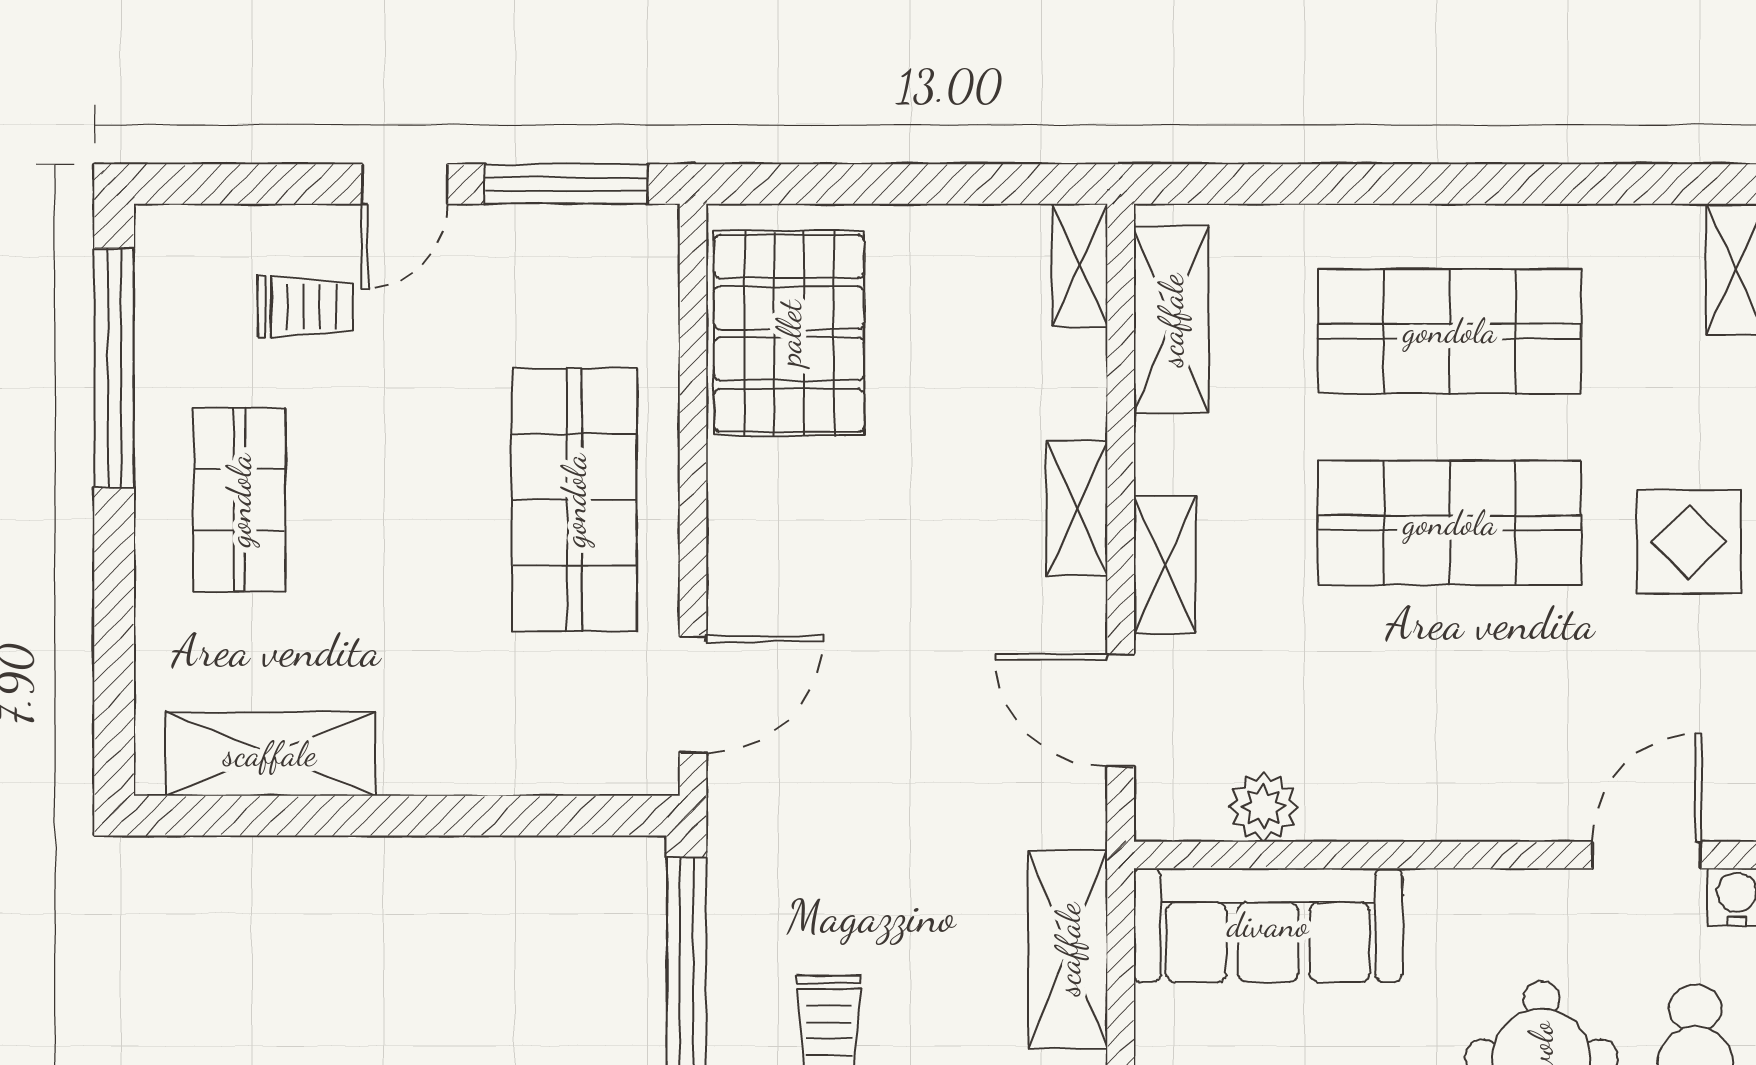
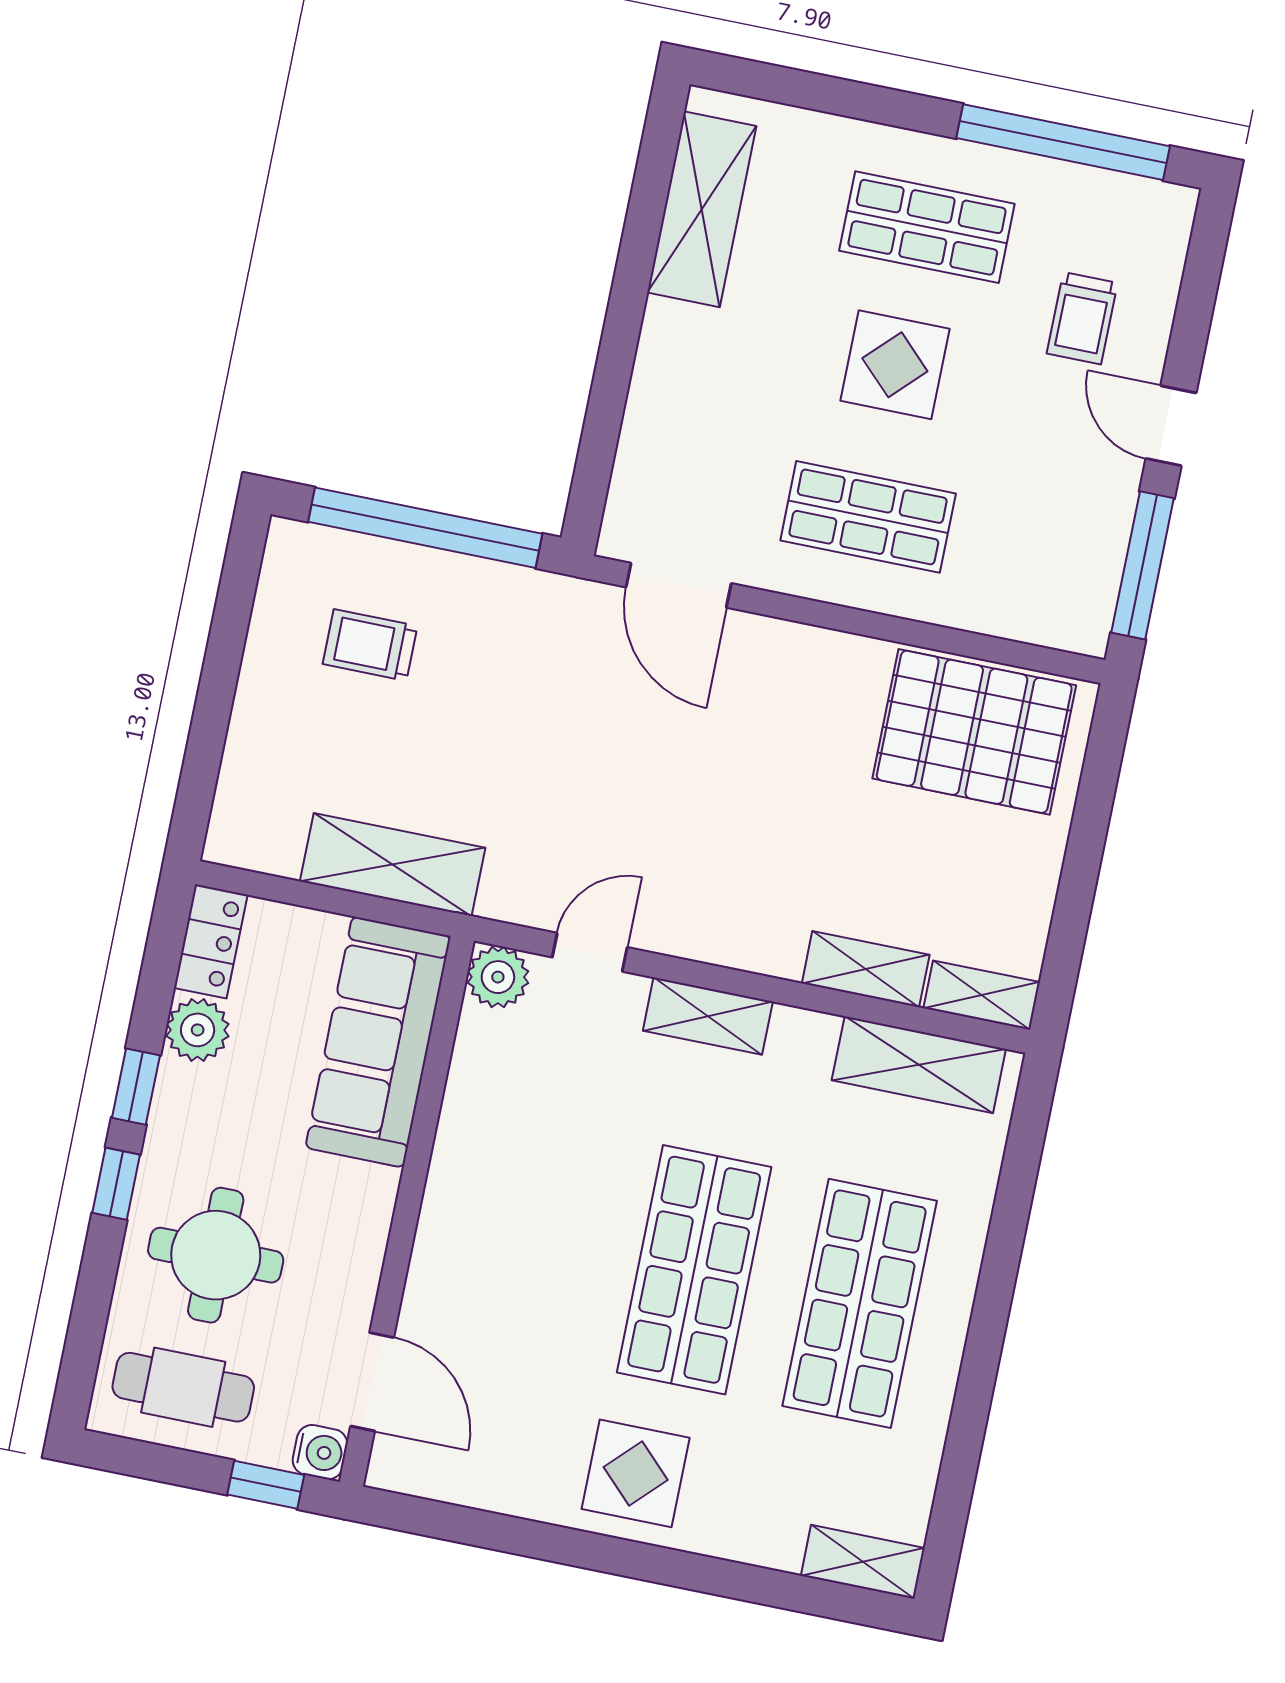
shop shelf: (574, 500) -> (868, 517), width x0.70, depth x0.74
display table: (399, 504) -> (895, 365), added
shelving: (1077, 508) -> (866, 969), moved
door: (1121, 710) -> (590, 952), width x0.73
plant: (1263, 807) -> (498, 977), moved

